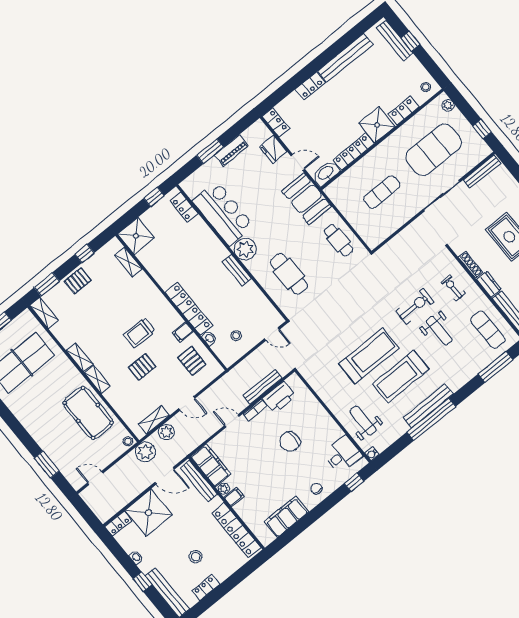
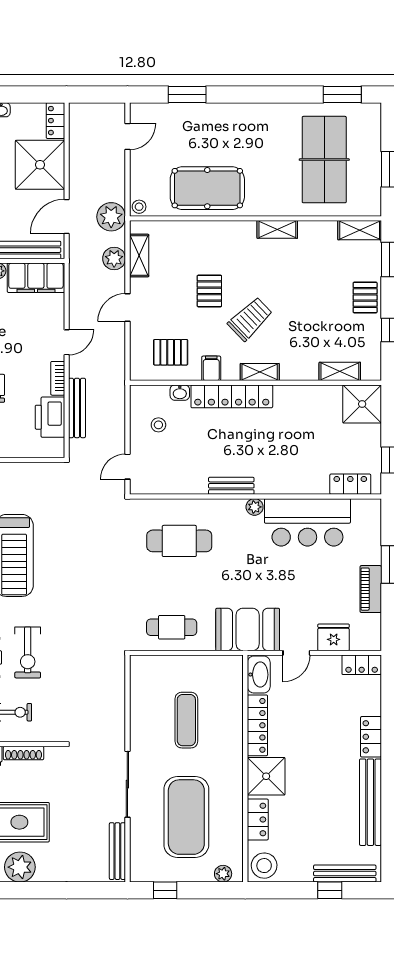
stool: (426, 87) -> (264, 866), width x1.89, depth x1.89
plant: (245, 249) -> (255, 507), width x0.53, depth x0.53
trolley: (139, 333) -> (250, 319), turned 46
shelving: (97, 380) -> (260, 372), moved

